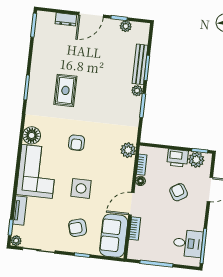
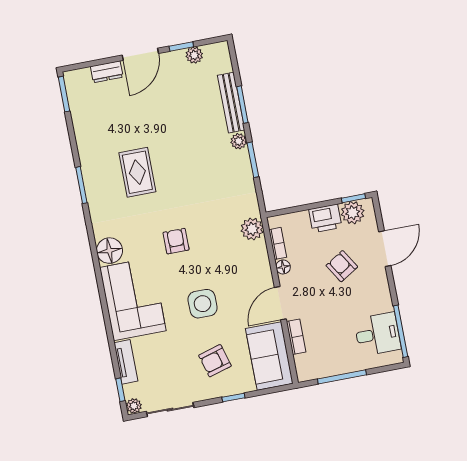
armchair: (77, 143) -> (176, 241), turned 180

